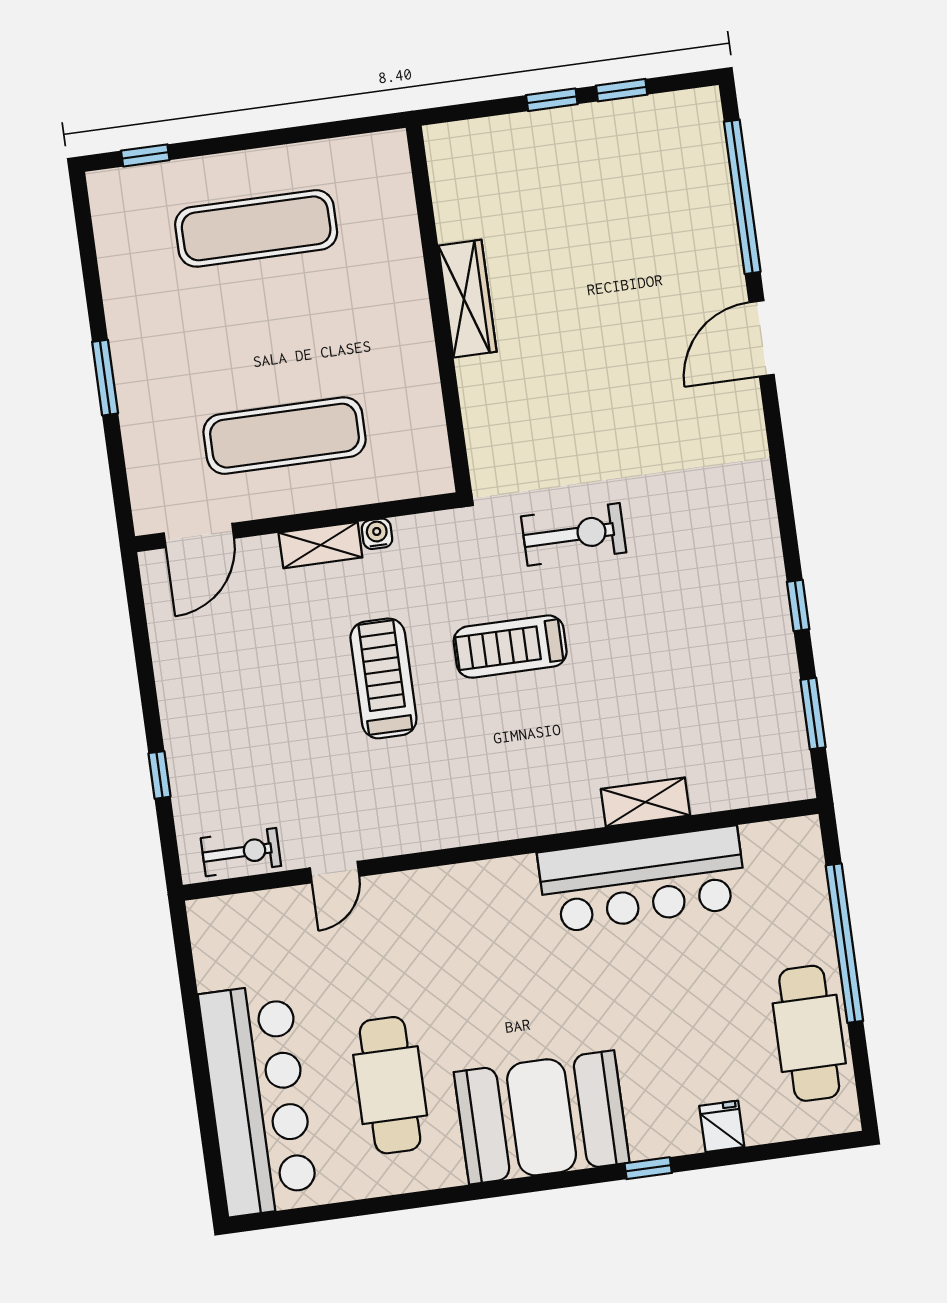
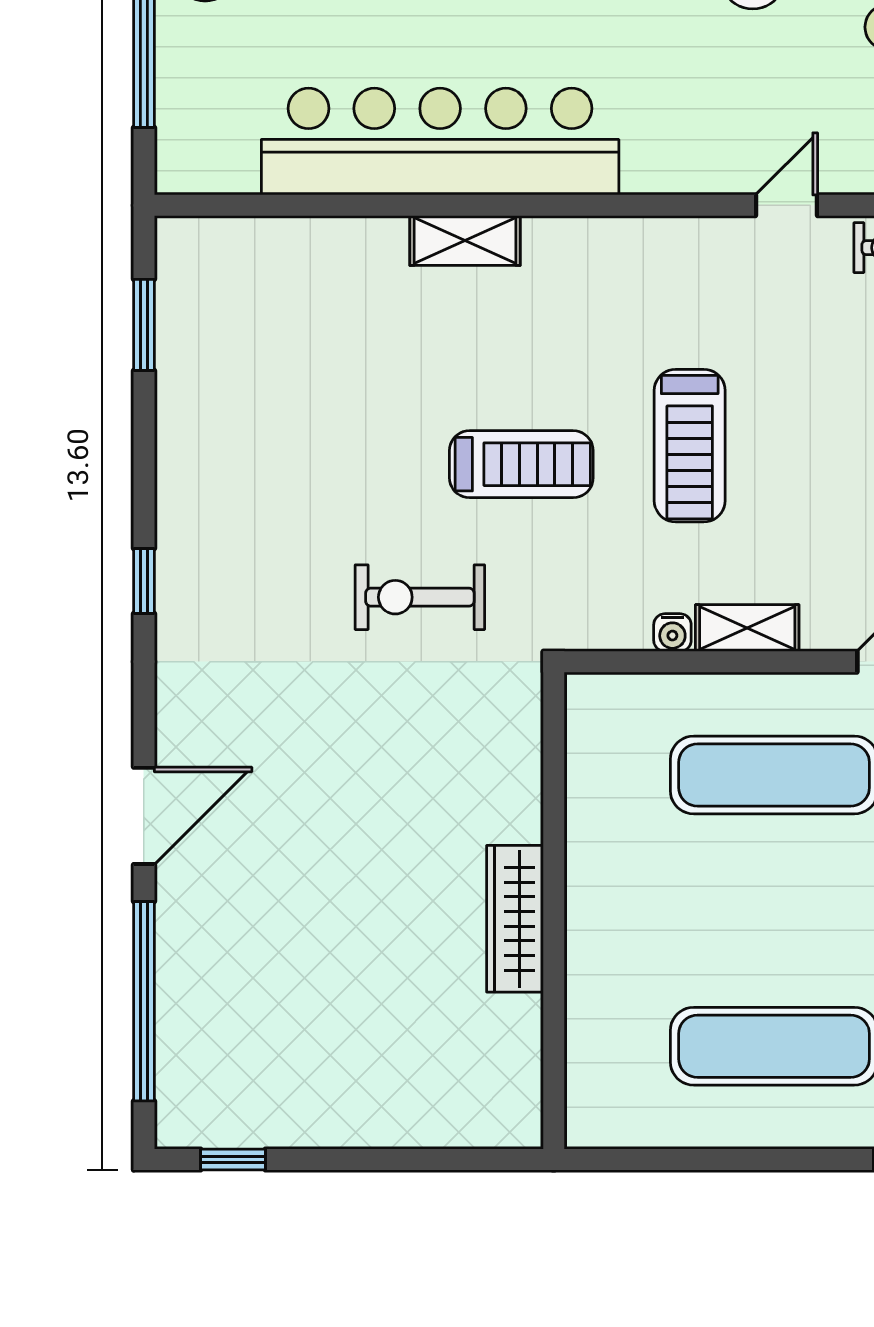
window: (622, 90) -> (233, 1160), moved
window: (552, 100) -> (372, 1160), removed
window: (798, 605) -> (144, 581), moved
shelving: (645, 802) -> (465, 241), moved
bar counter: (642, 880) -> (440, 142), width x1.36

